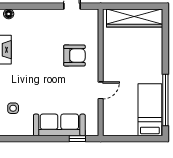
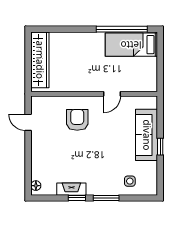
door: (101, 90) -> (112, 94), swing flipped
window: (77, 139) -> (160, 147), moved

